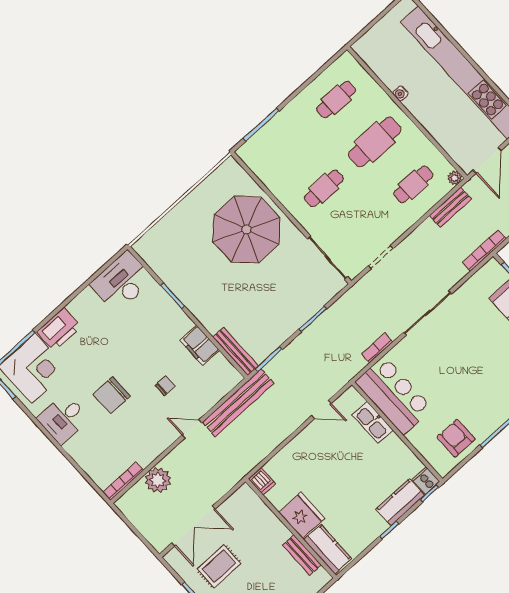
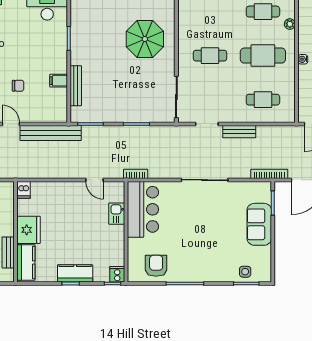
water cooler: (401, 93) -> (303, 59), moved
plant: (455, 178) -> (290, 24), moved
bench: (450, 207) -> (239, 132), moved
parasol: (246, 229) -> (145, 39), width x0.73, depth x0.73
filing cabinet: (200, 345) -> (59, 81), width x0.50
bookcase: (377, 348) -> (136, 174), moved
bench: (236, 351) -> (76, 86), moved
kitchen sink: (372, 422) -> (117, 214), width x0.73
kitchen counter: (400, 502) -> (75, 273), moved

